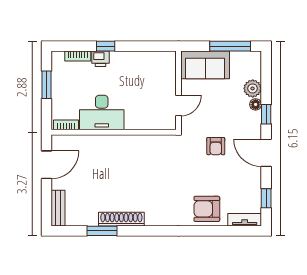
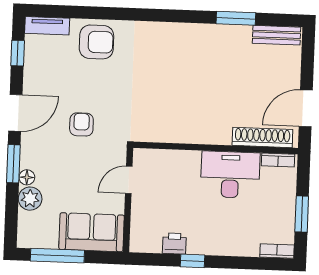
window: (106, 46) -> (192, 261), moved
bookcase: (78, 56) -> (277, 251), moved
printer: (101, 59) -> (174, 243), moved
window: (266, 114) -> (13, 164), width x1.50
door: (266, 153) -> (15, 113), hinge flipped
bench: (58, 208) -> (277, 35), moved, turned 90
shoe rack: (121, 219) -> (262, 137), moved, turned 180

